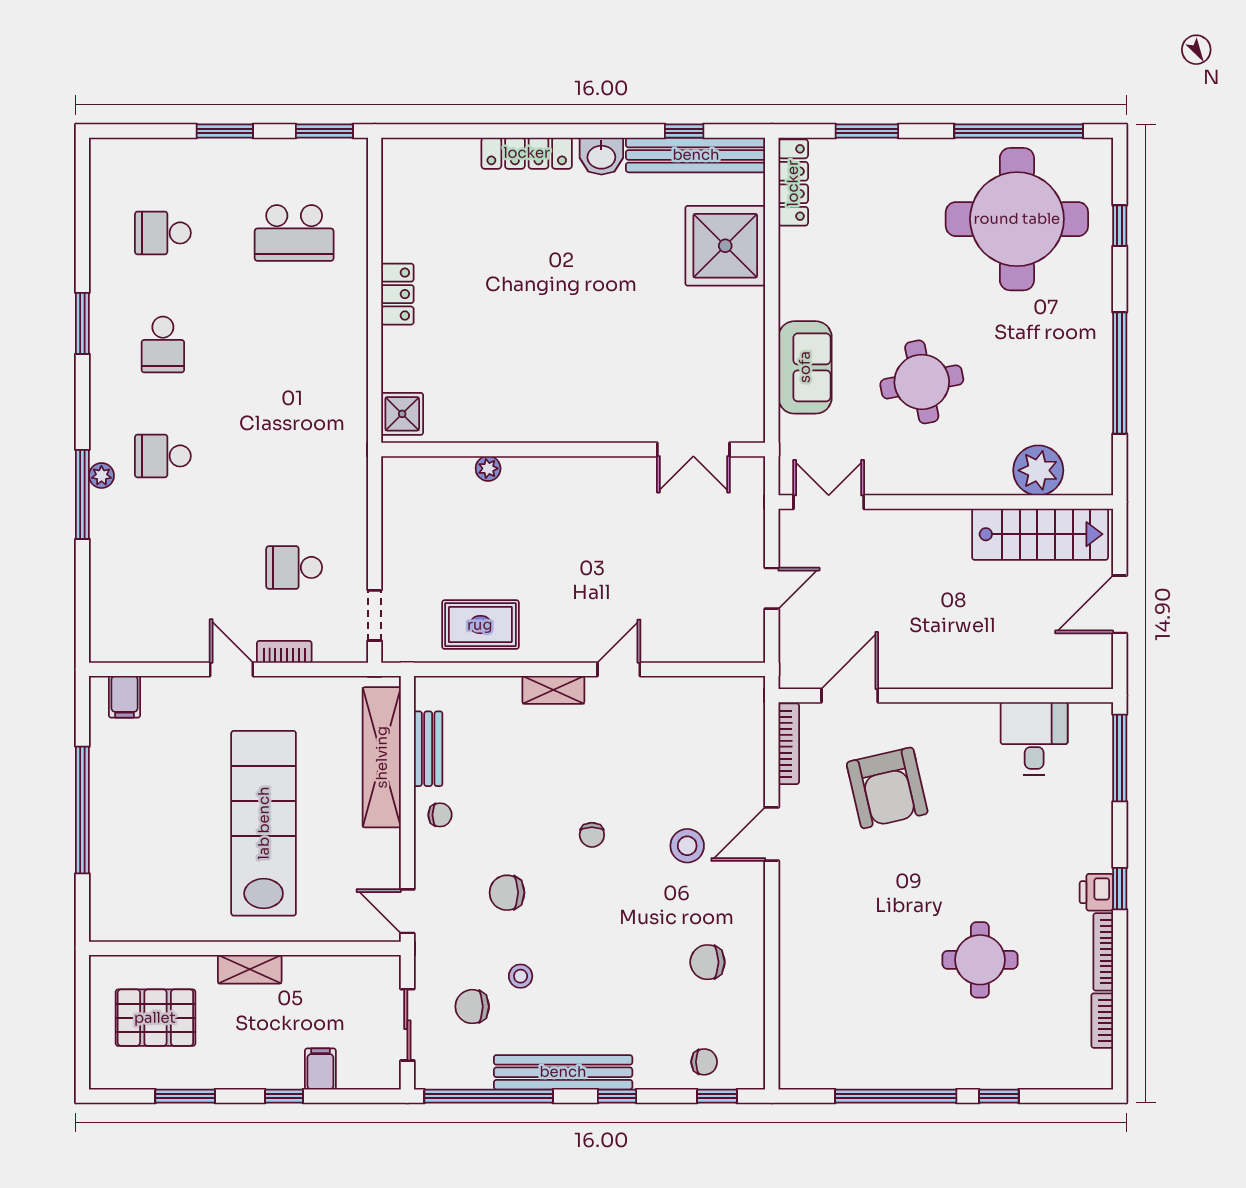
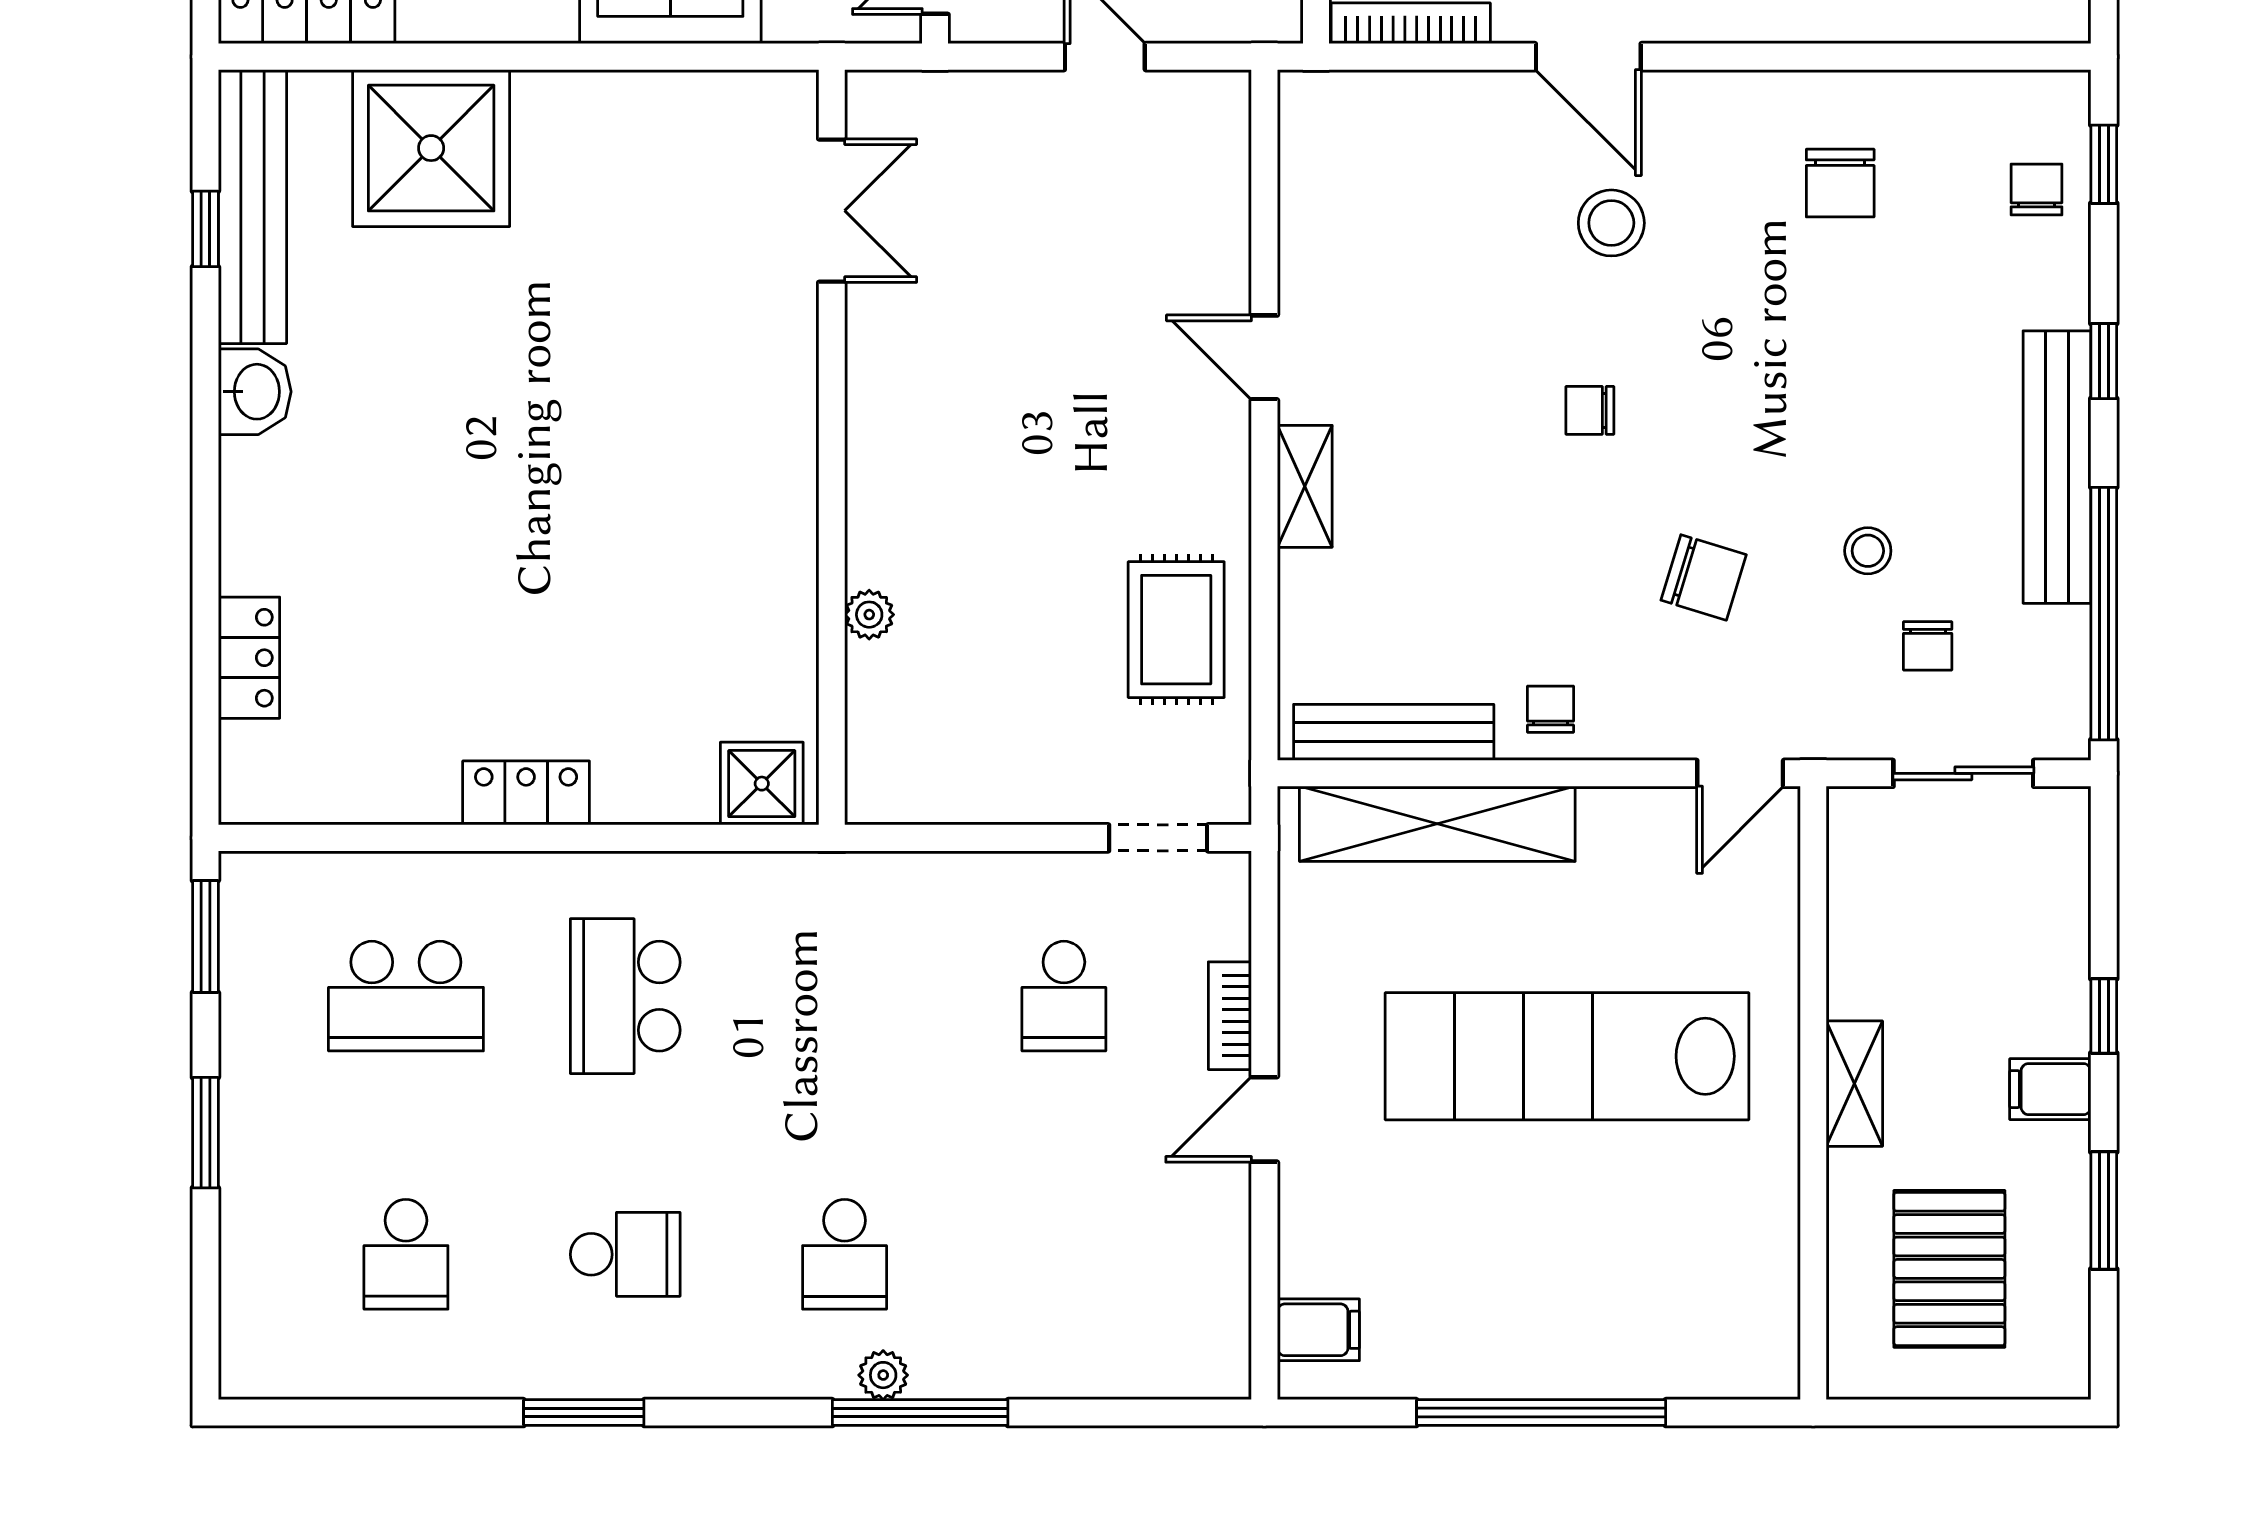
locker: (527, 153) -> (249, 658), moved, width x0.66
school desk: (294, 233) -> (406, 996), turned 90
school desk: (294, 344) -> (625, 996), added
bench: (428, 749) -> (1394, 732), width x1.36
chair: (592, 835) -> (1590, 410), turned 180
chair: (507, 893) -> (1704, 577), turned -73
chair: (472, 1007) -> (1928, 646), width x0.73, depth x0.73
filing cabinet: (320, 1069) -> (2050, 1089), moved

